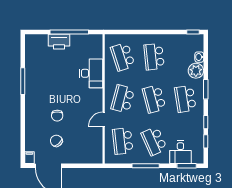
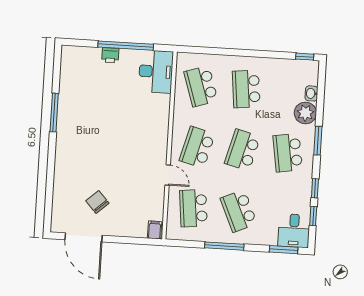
printer: (59, 42) -> (110, 55), width x0.53, depth x0.68
desk: (91, 73) -> (156, 72), moved
school desk: (154, 99) -> (242, 150), turned 30
chair: (57, 116) -> (101, 166), removed
door: (104, 119) -> (168, 175), swing flipped
desk: (180, 152) -> (294, 231), moved
filing cabinet: (29, 158) -> (155, 230), moved

